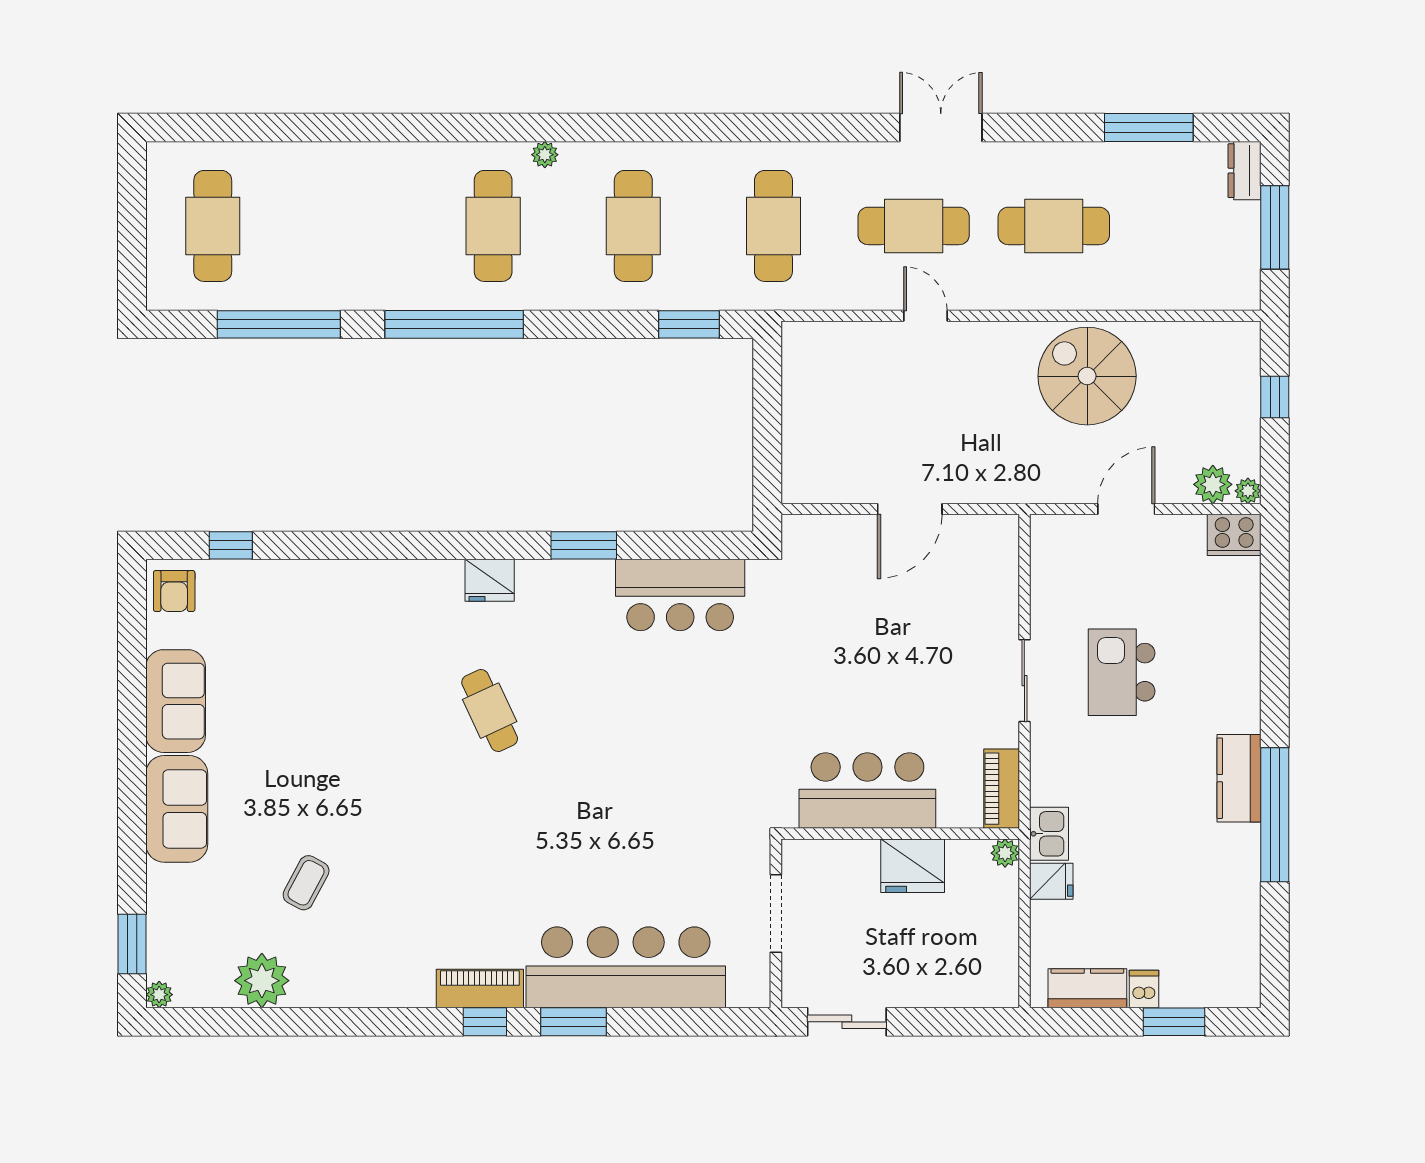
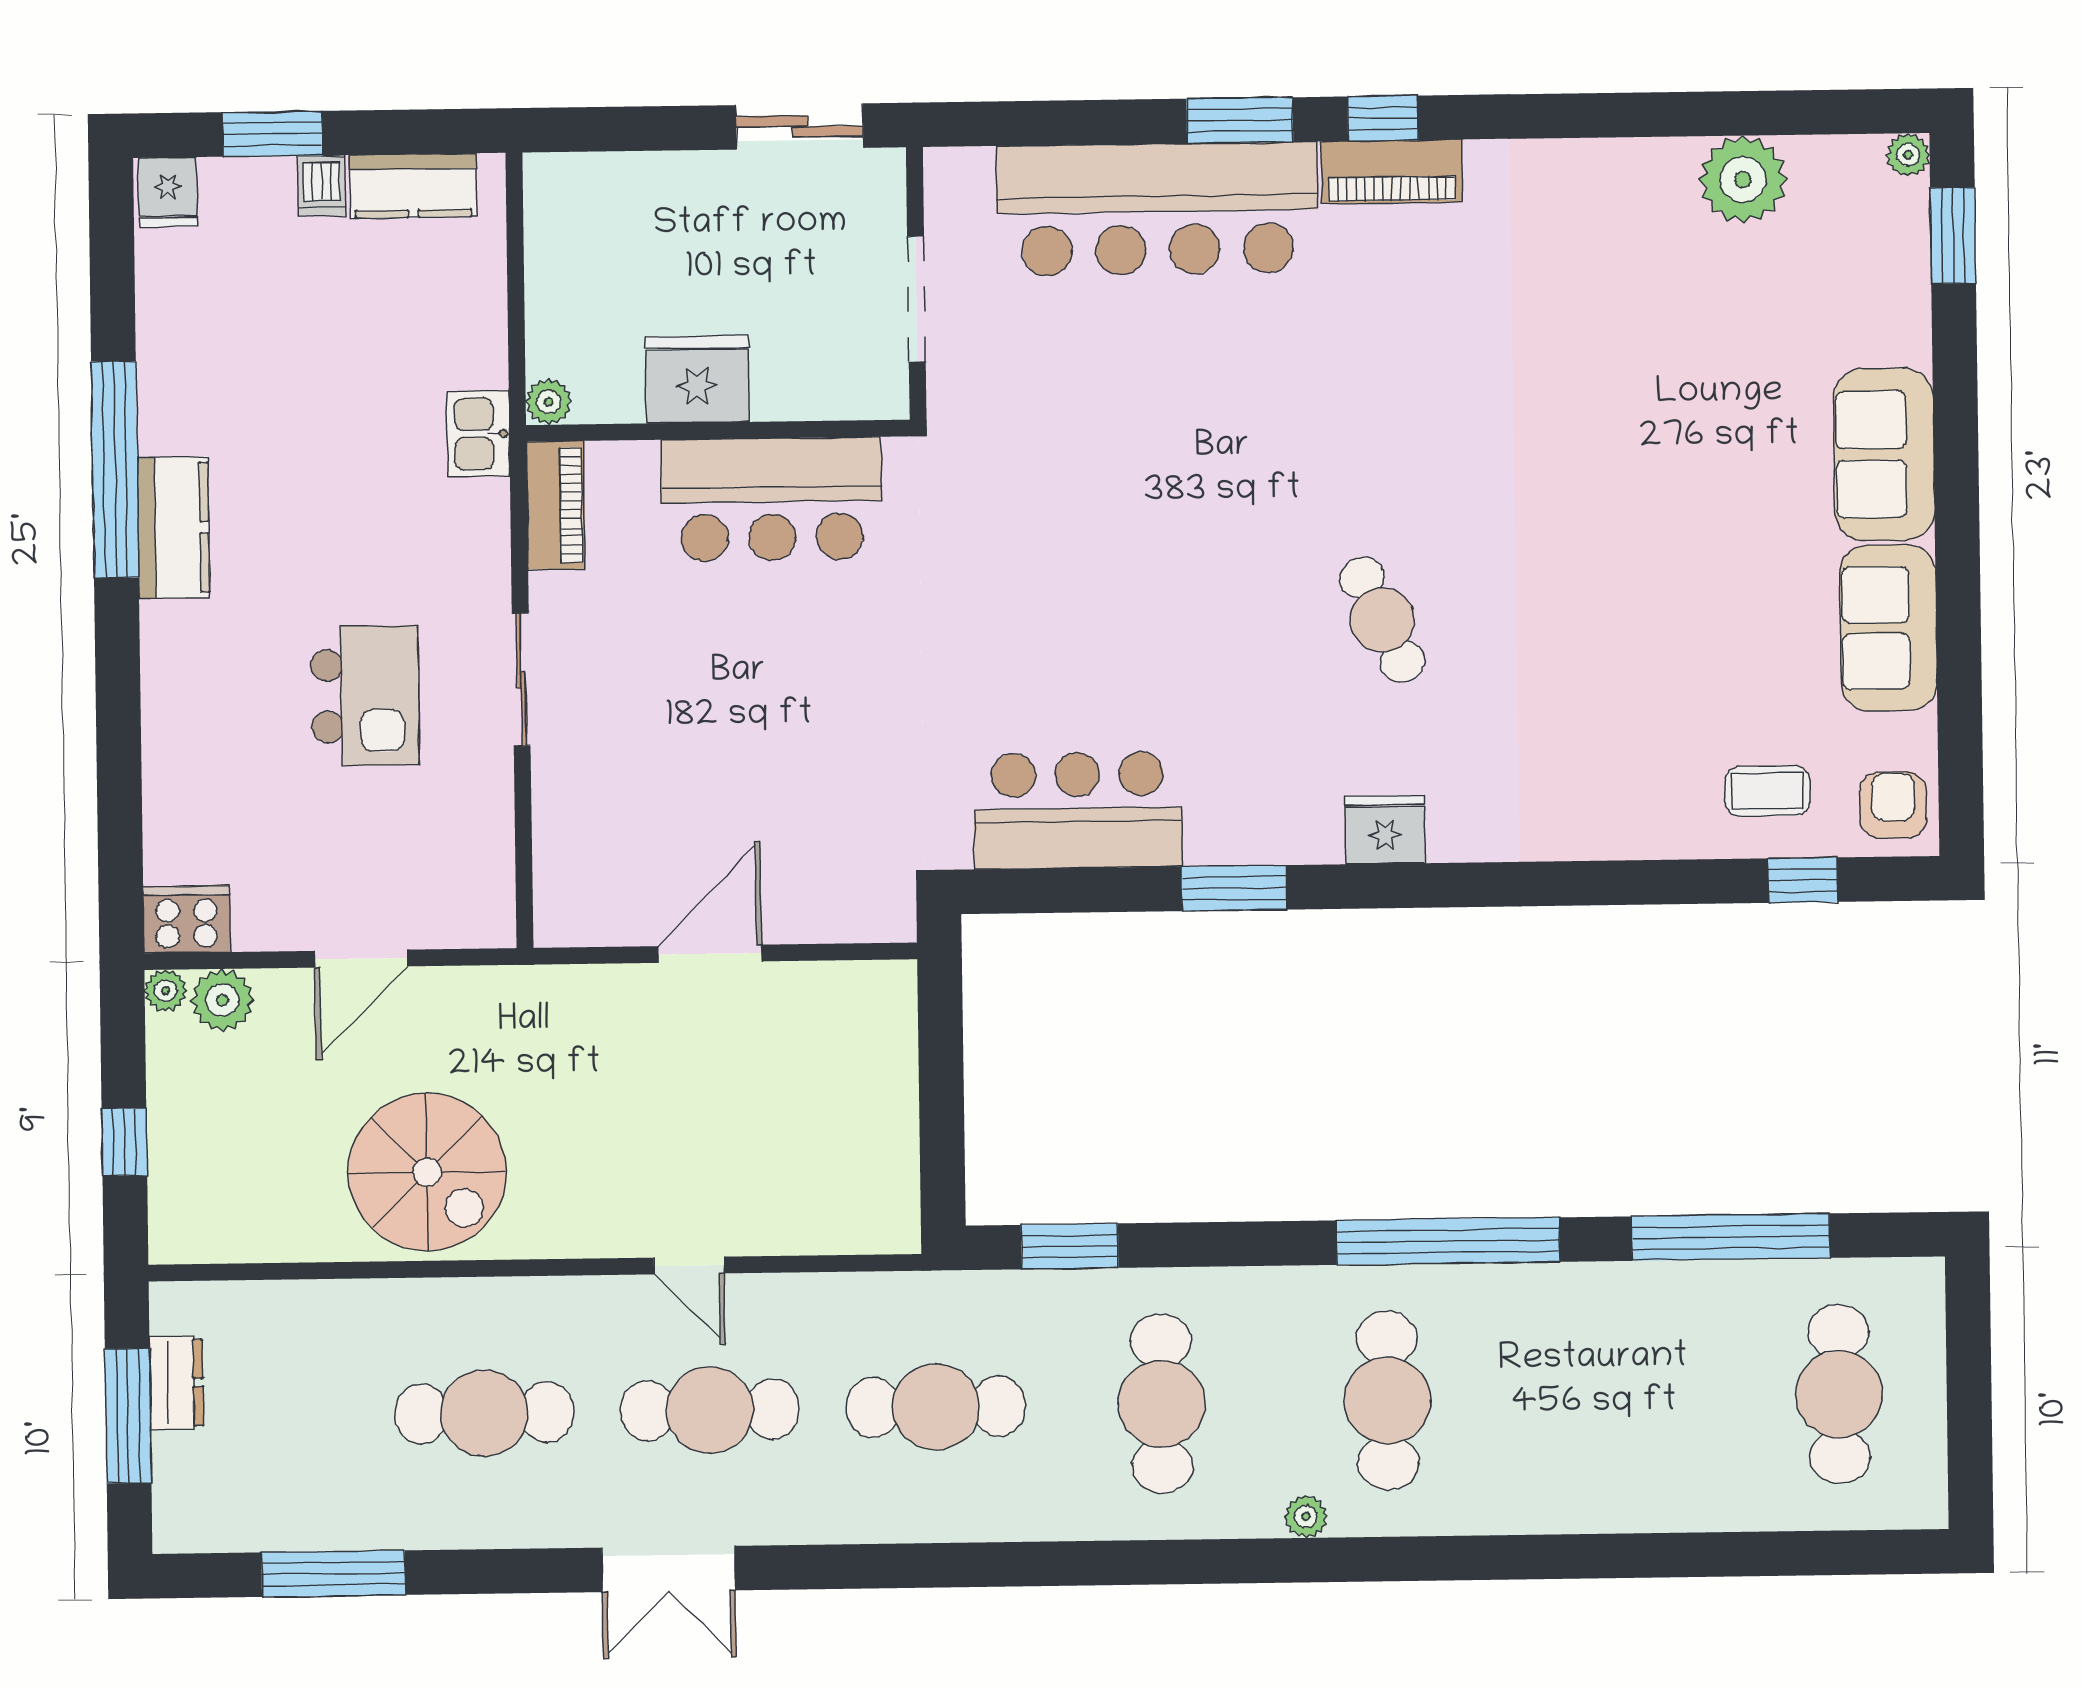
dresser: (1245, 171) -> (176, 1383), moved
cafe table: (773, 226) -> (936, 1407), turned 90
fridge: (1051, 881) -> (168, 192), moved, turned -90
coffee table: (306, 883) -> (1768, 791), moved, turned 62

